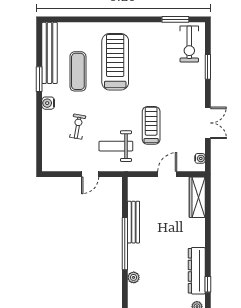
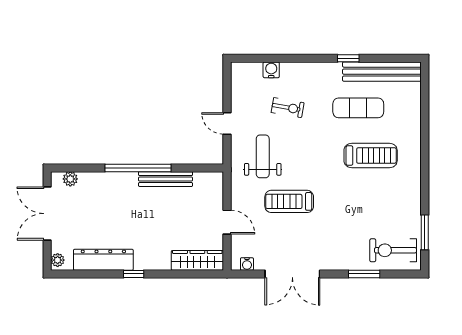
treadmill: (115, 62) -> (371, 156), width x0.73, depth x0.73
window: (39, 79) -> (348, 58), width x0.67
water cooler: (48, 103) -> (271, 70), moved
double door: (208, 123) -> (292, 274), width x1.37
treadmill: (151, 125) -> (289, 201), turned 180
plant: (134, 277) -> (70, 179), moved
window: (208, 284) -> (134, 274), moved

